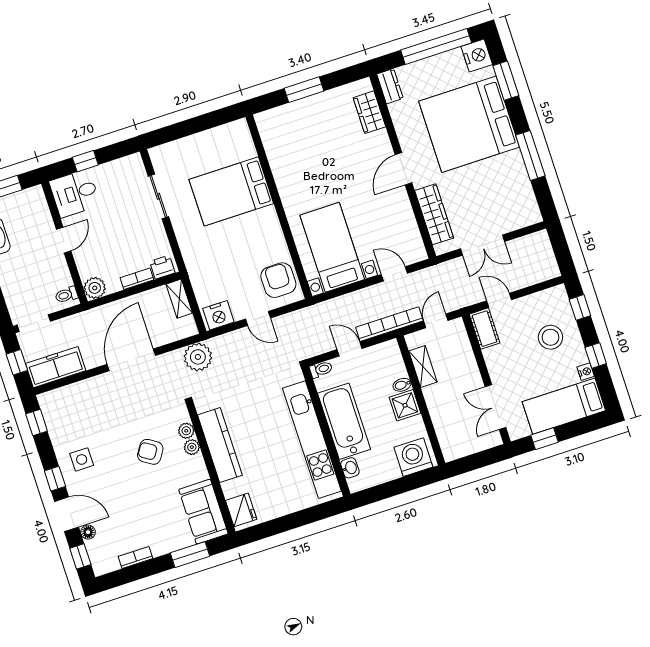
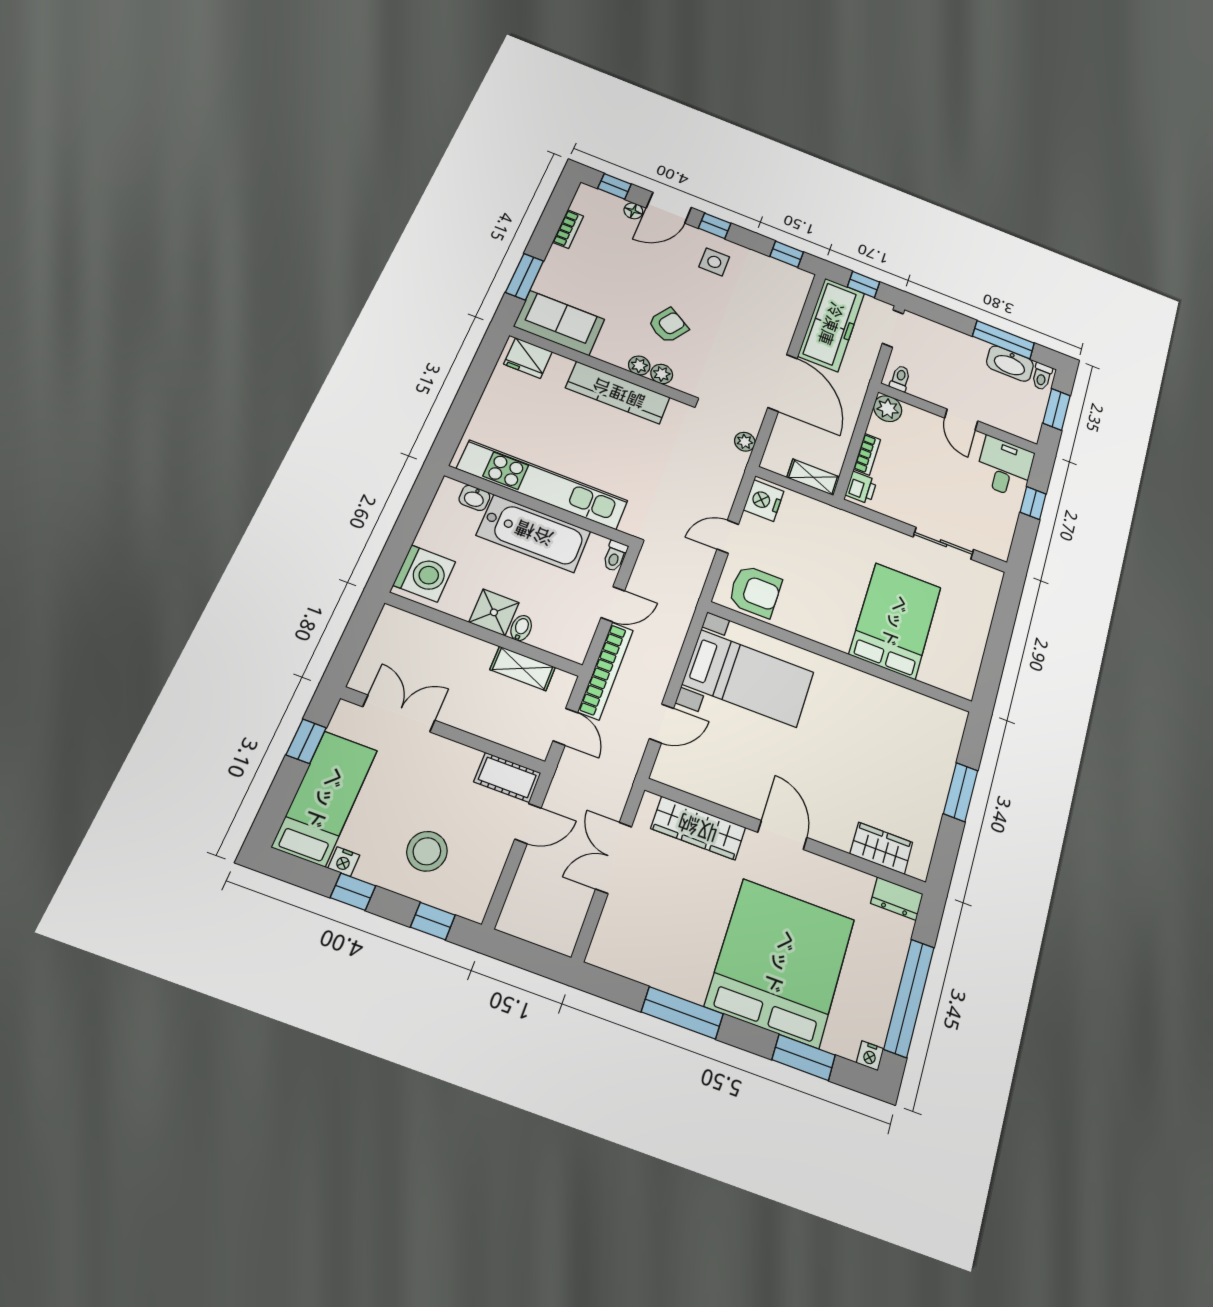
nightstand: (477, 55) -> (870, 1056), width x0.53, depth x0.56
plant: (198, 357) -> (745, 442), width x0.53, depth x0.53
freezer: (56, 367) -> (831, 324), width x1.36, depth x1.26

